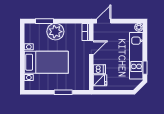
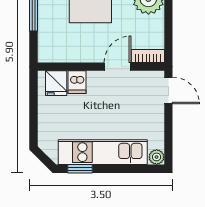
door: (91, 48) -> (118, 67), swing flipped

